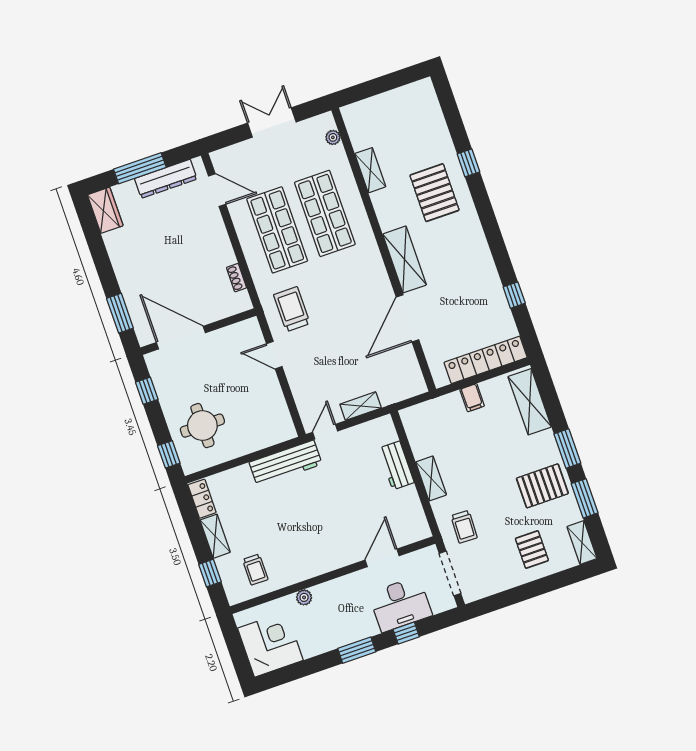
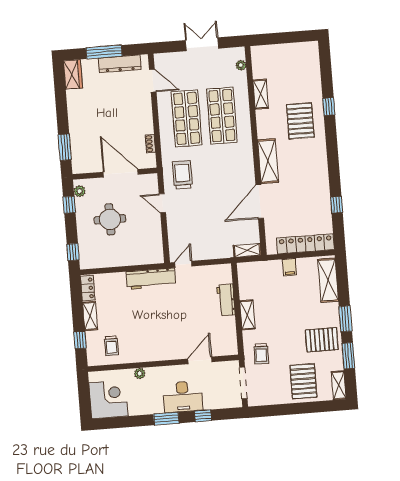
door: (181, 338) -> (121, 173), moved
plant: (156, 368) -> (80, 191), added
shelving: (361, 406) -> (247, 250), moved
round table: (202, 426) -> (110, 219), moved
pallet: (532, 549) -> (303, 381), width x1.50, depth x1.42
desk: (400, 604) -> (183, 397), moved

